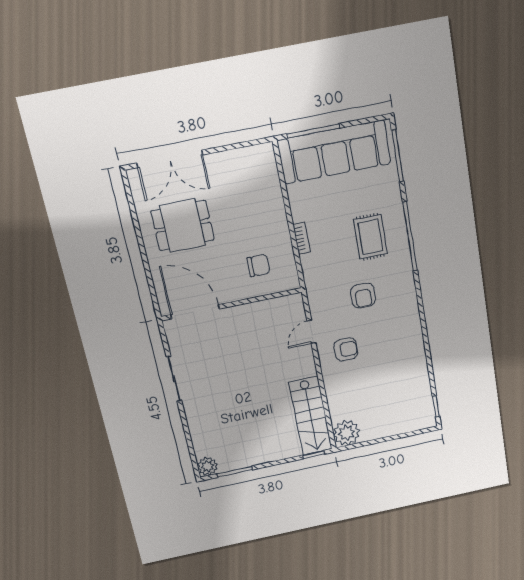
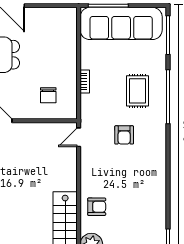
chair: (258, 265) -> (48, 95), turned 90
door: (311, 332) -> (79, 137), moved
armchair: (346, 349) -> (97, 207), moved

